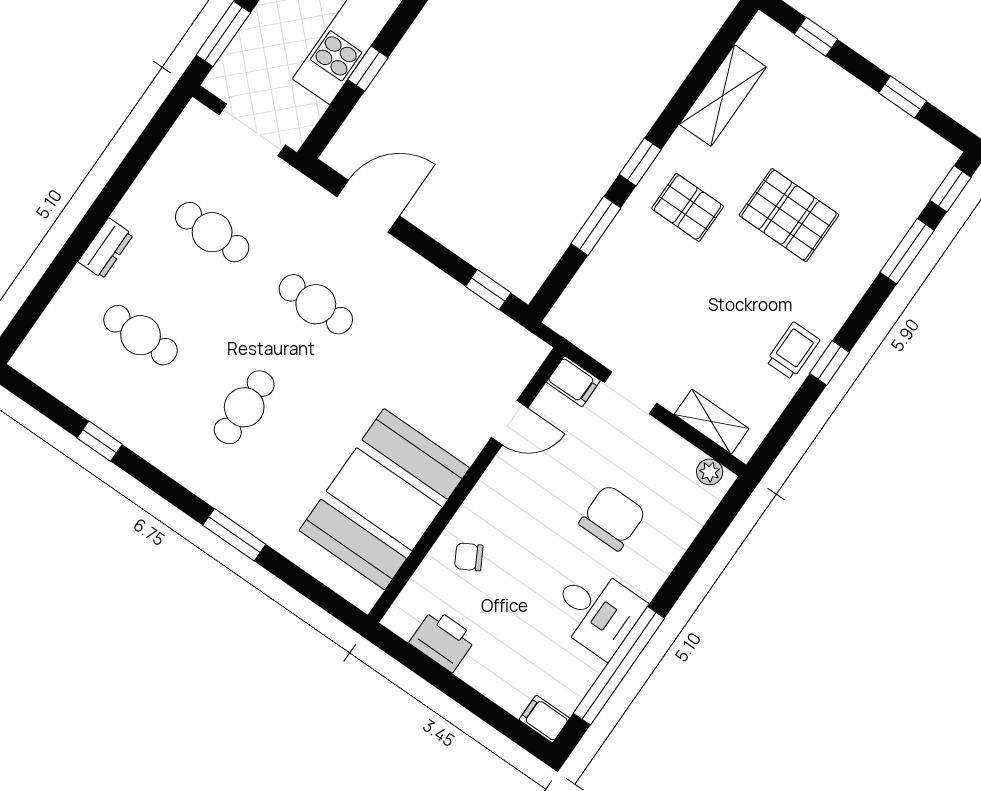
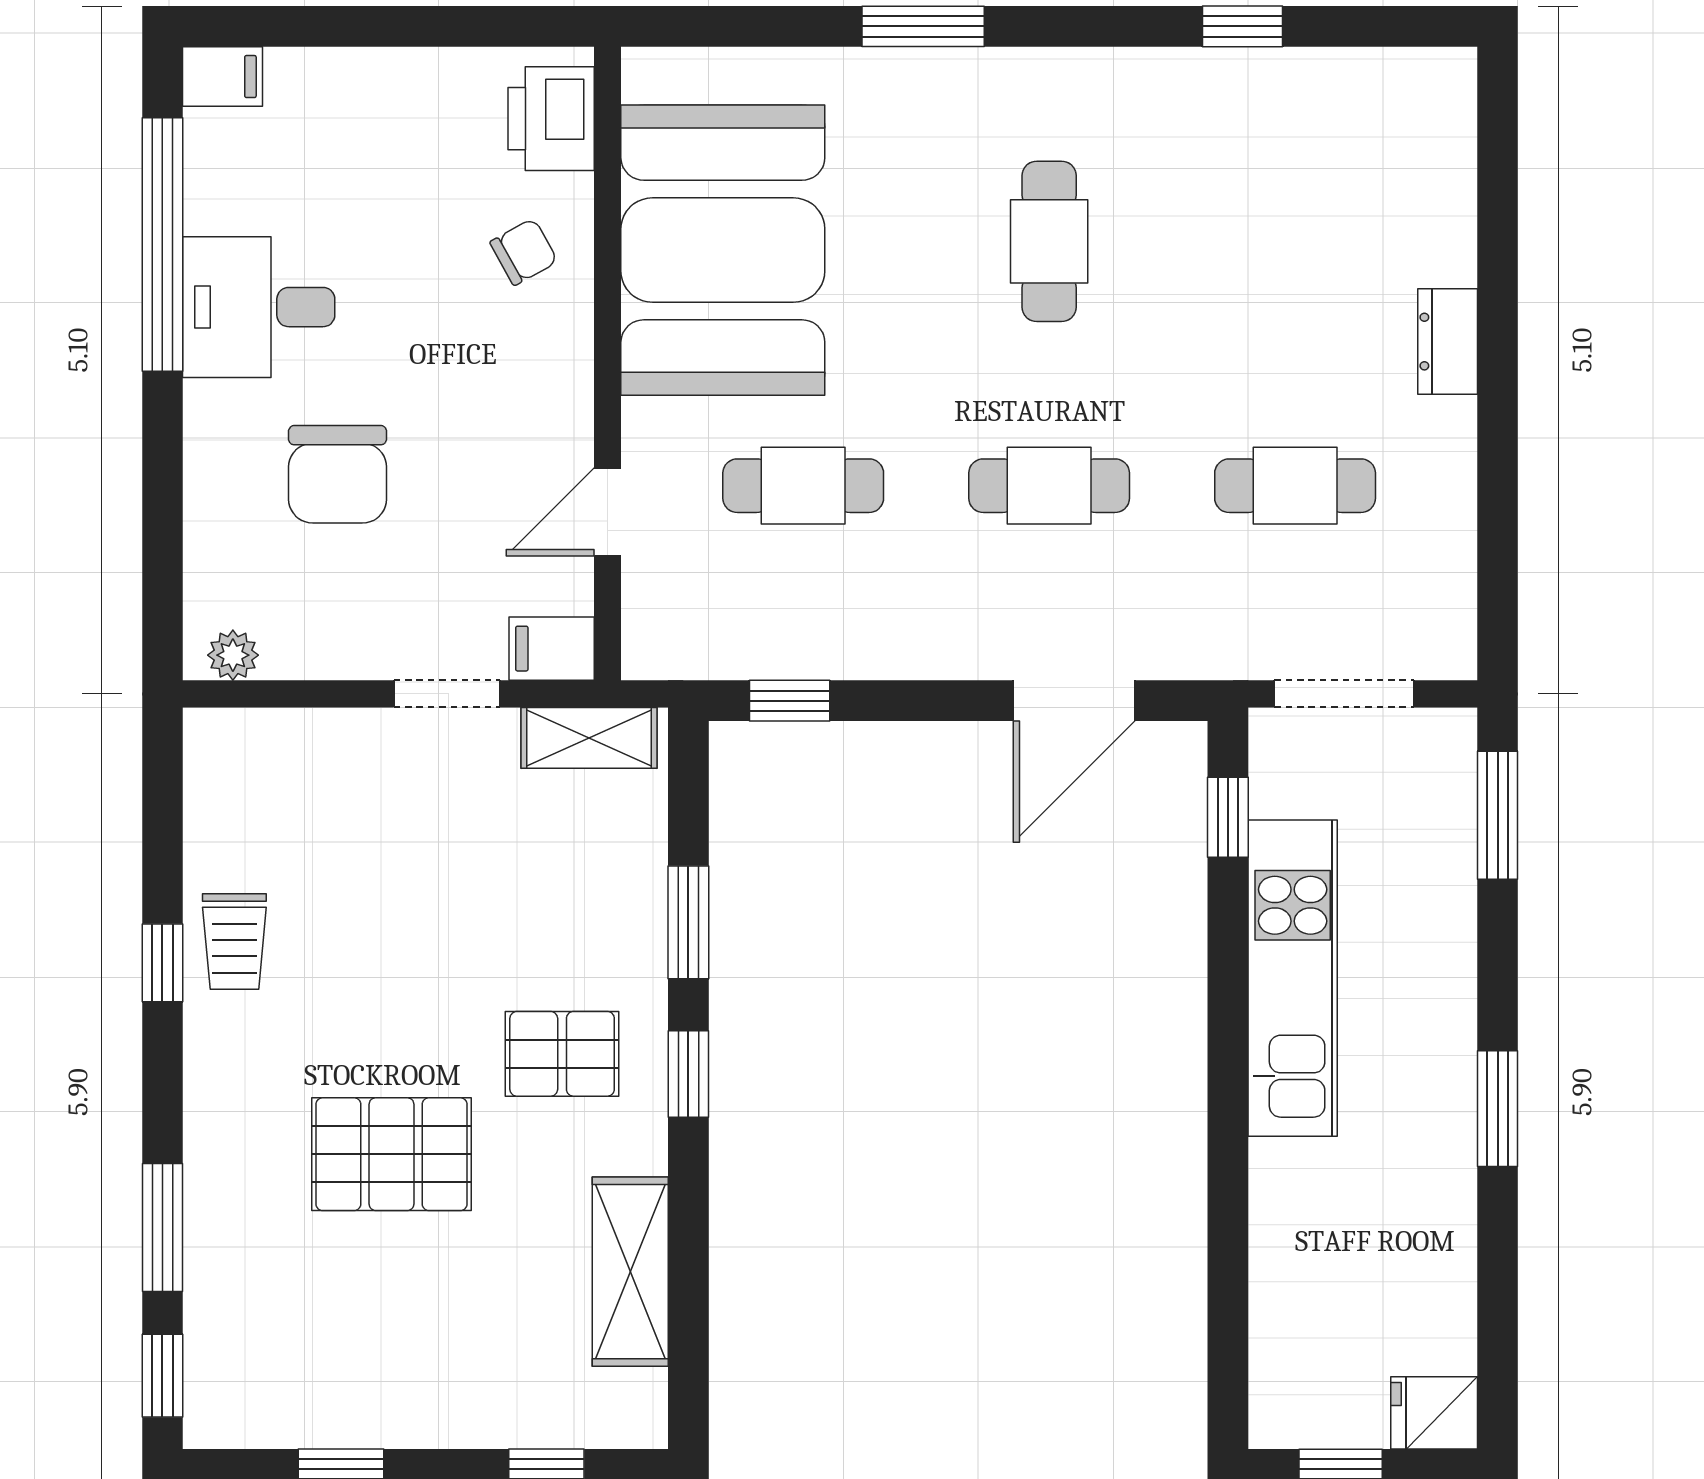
window: (368, 69) -> (1228, 817), moved
cafe table: (140, 335) -> (803, 486), moved
shelving: (712, 422) -> (589, 738), moved
printer: (443, 640) -> (551, 119), moved, turned 90

